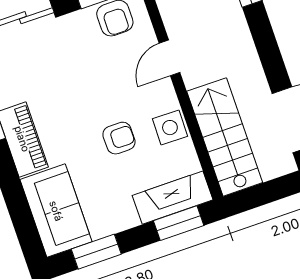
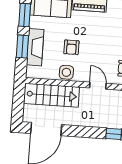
fireplace: (173, 198) -> (35, 47), moved
window: (179, 223) -> (22, 47), moved

